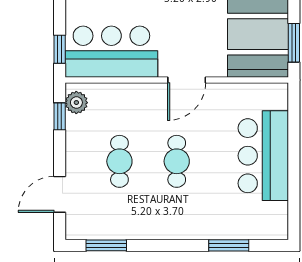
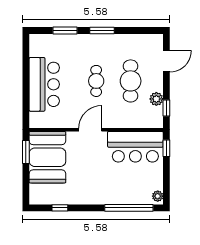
plant: (76, 103) -> (156, 99), moved
cafe table: (119, 161) -> (131, 81), width x1.37, depth x1.35
window: (106, 245) -> (102, 30), moved

